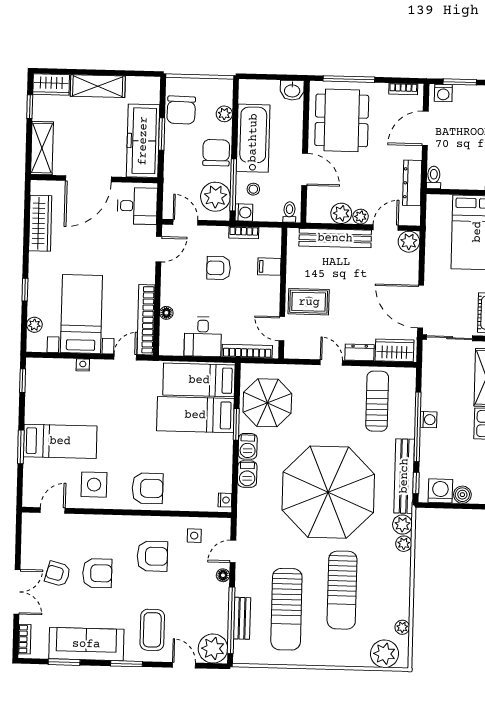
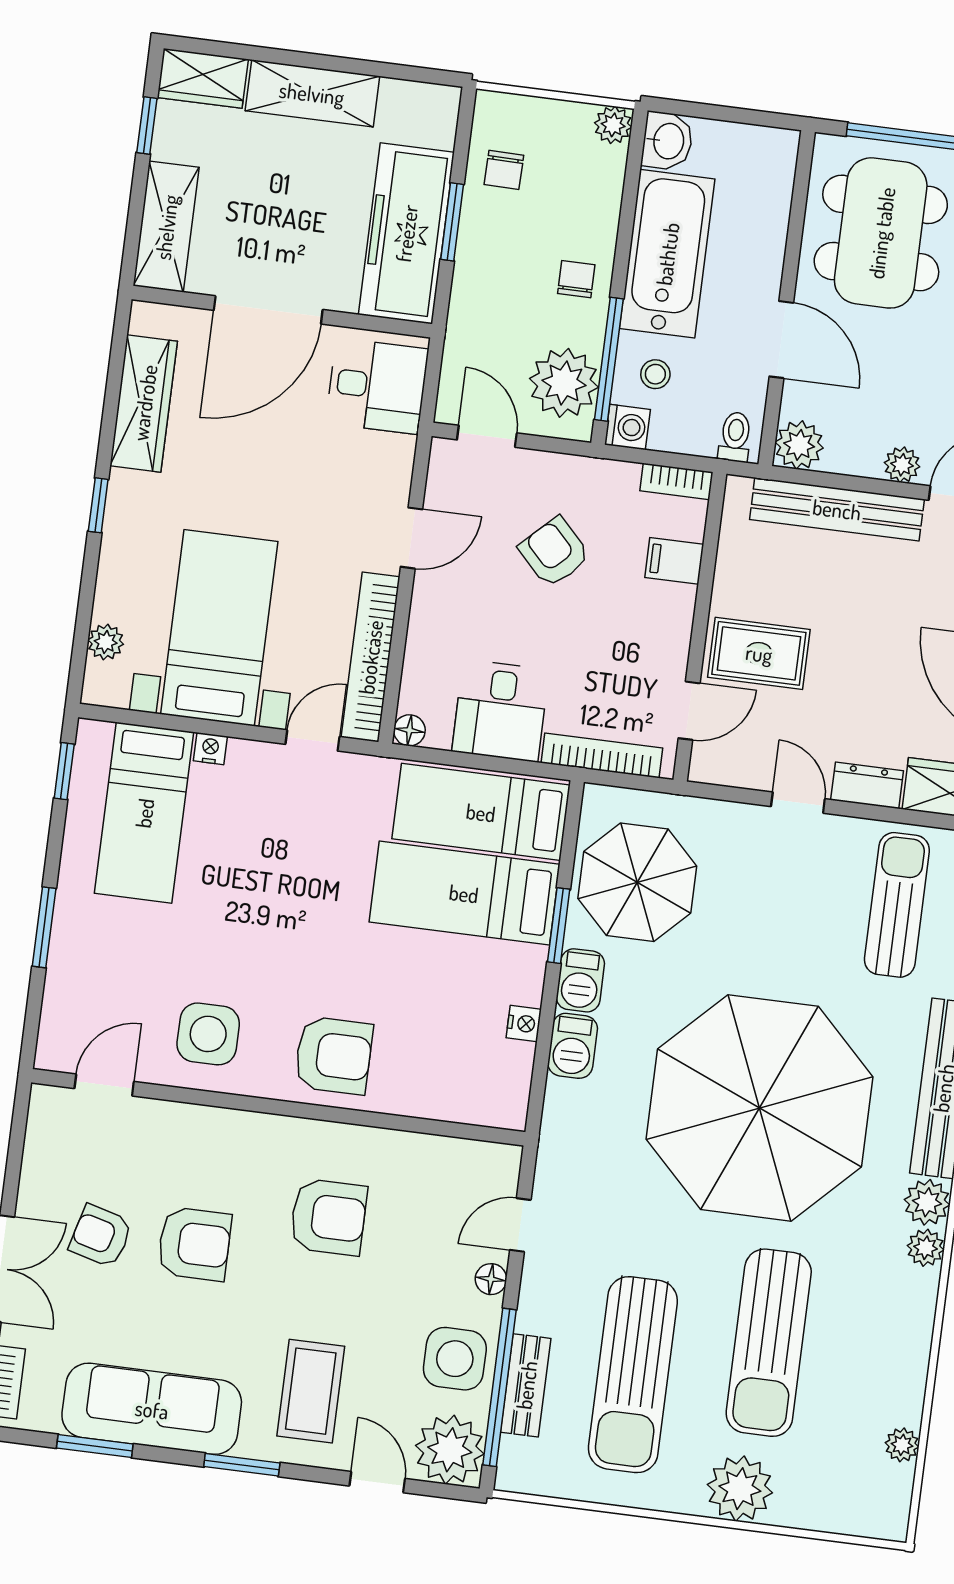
washbasin: (292, 90) -> (667, 141), moved, turned -90
chair: (181, 110) -> (504, 170), width x0.54, depth x0.54
plant: (224, 114) -> (613, 125), moved
chair: (216, 153) -> (576, 279), width x0.54, depth x0.54
plant: (341, 213) -> (799, 445), moved
bookcase: (244, 233) -> (676, 481), moved
door: (159, 249) -> (412, 538), moved
armchair: (219, 268) -> (554, 552), turned 46
window: (25, 290) -> (98, 505), moved
floor lamp: (166, 313) -> (409, 730), moved
door: (282, 329) -> (689, 711), swing flipped
bed: (60, 441) -> (144, 813), moved, turned 90
nightstand: (225, 500) -> (524, 1024), moved
side table: (194, 536) -> (455, 1359), moved, width x1.87, depth x1.87
plant: (385, 654) -> (740, 1489), moved

